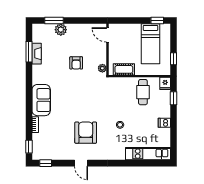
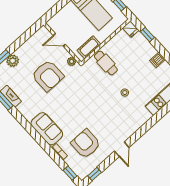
door: (108, 35) -> (59, 40), moved
armchair: (76, 63) -> (48, 76), width x1.88, depth x1.88
cafe table: (143, 92) -> (106, 63), moved
armchair: (86, 133) -> (86, 144), moved
door: (81, 163) -> (122, 149), hinge flipped

